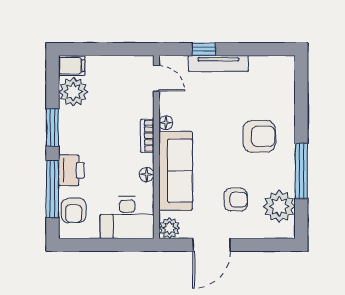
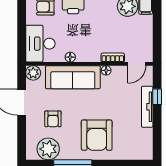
bookcase: (147, 136) -> (113, 58), moved
armchair: (259, 136) -> (97, 135), width x1.36, depth x1.36

